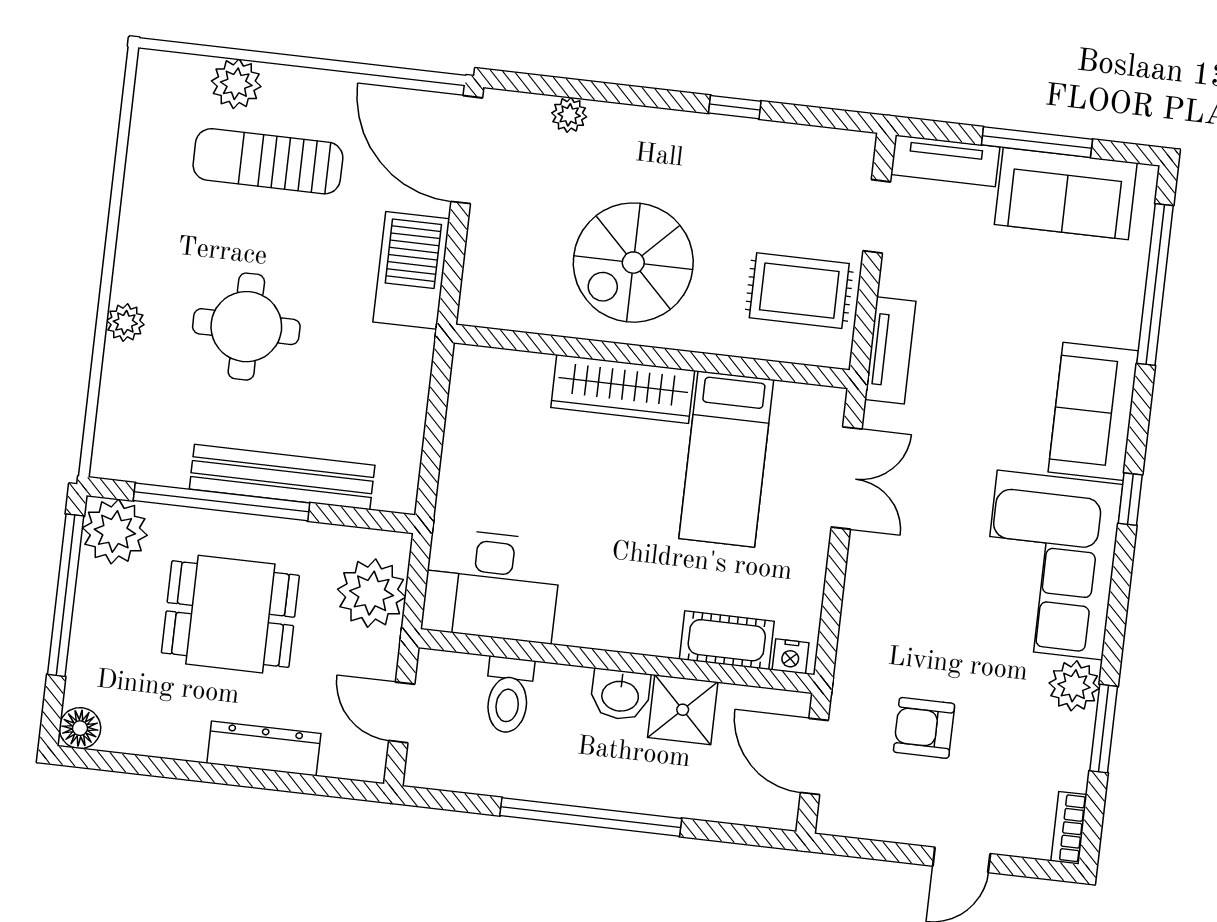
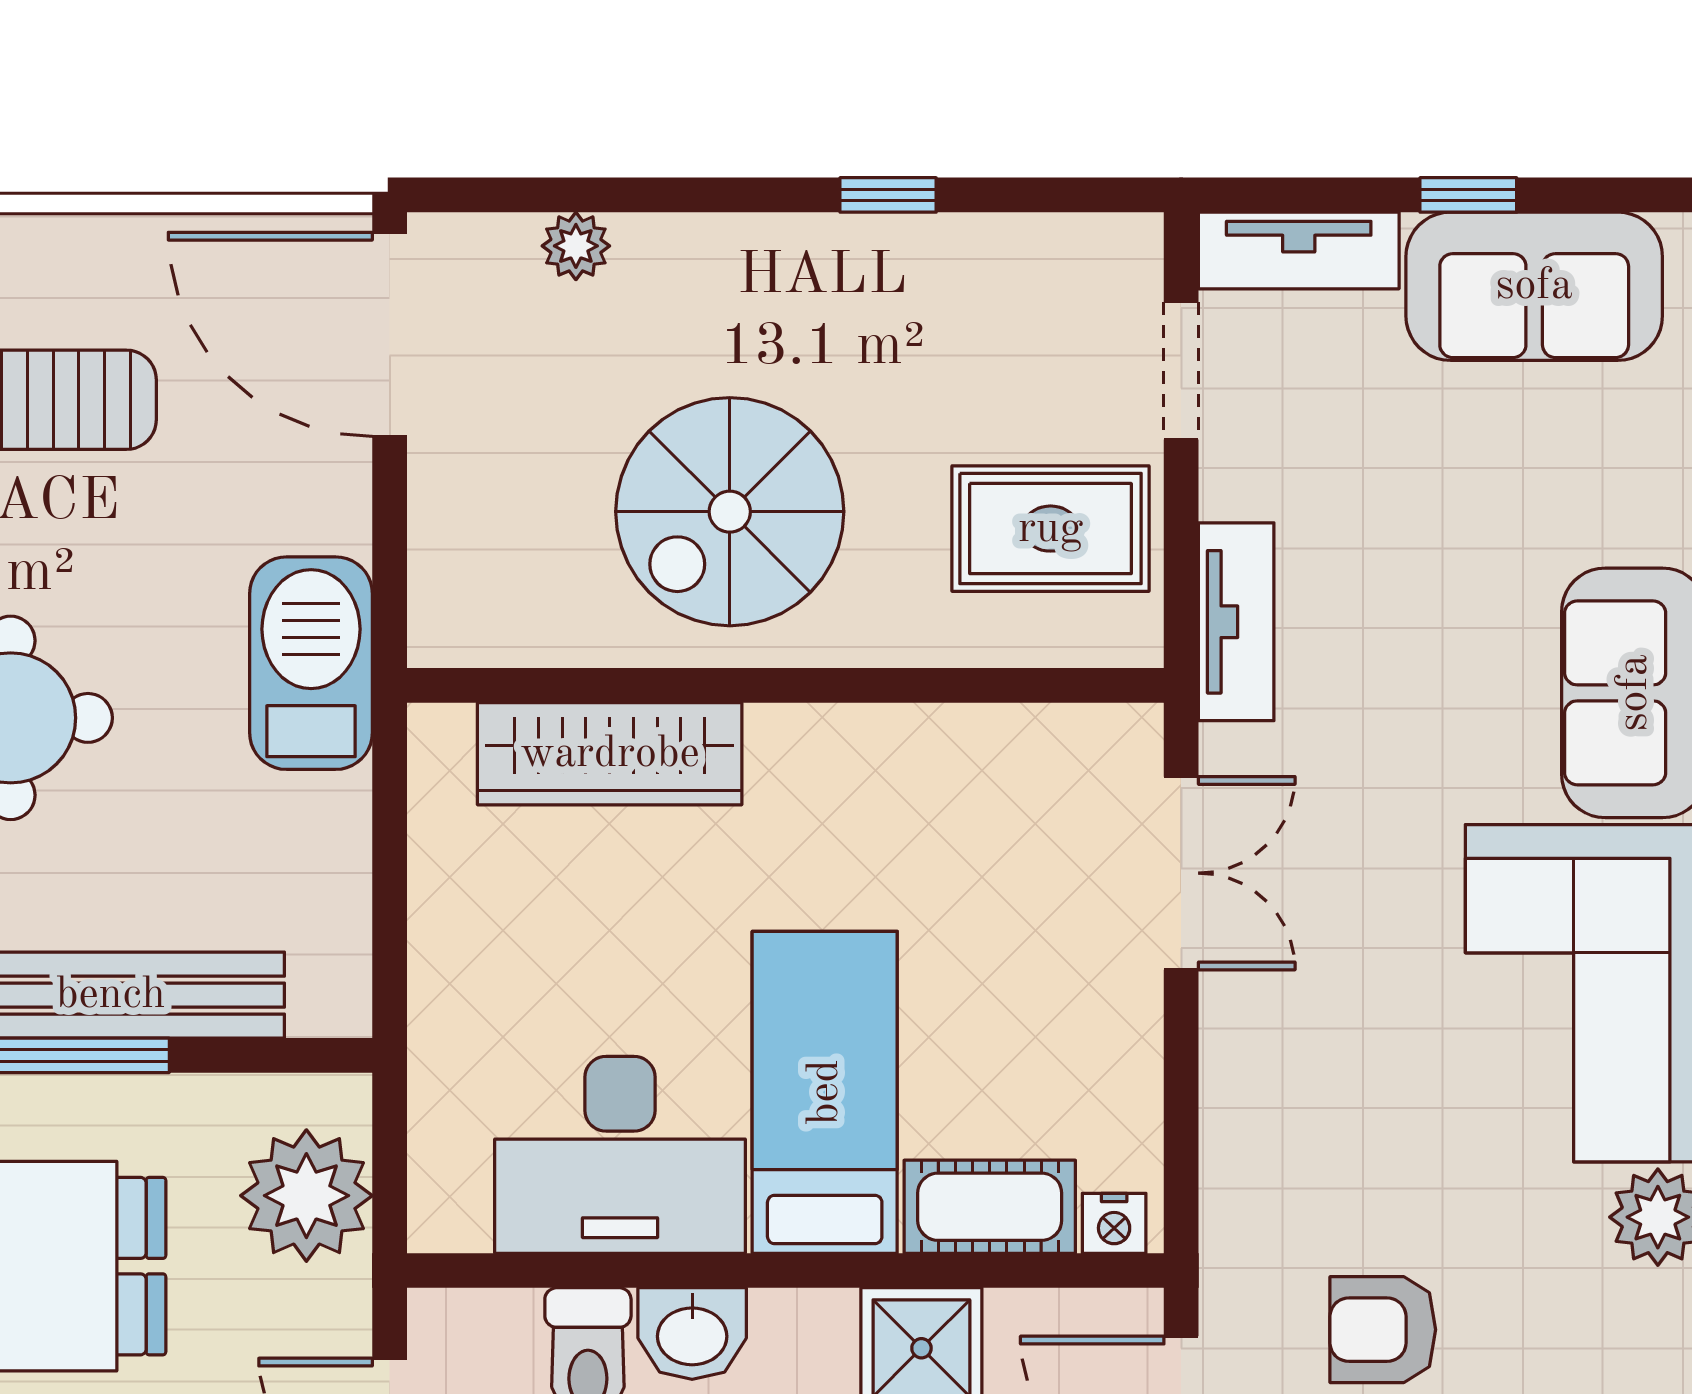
window: (1037, 142) -> (1468, 195), width x0.46
barbecue: (411, 270) -> (311, 663), moved
wardrobe: (623, 389) -> (610, 754), moved
bed: (726, 459) -> (825, 1092), moved, turned 180
desk: (492, 586) -> (620, 1155), moved
washbasin: (620, 695) -> (692, 1334), moved

